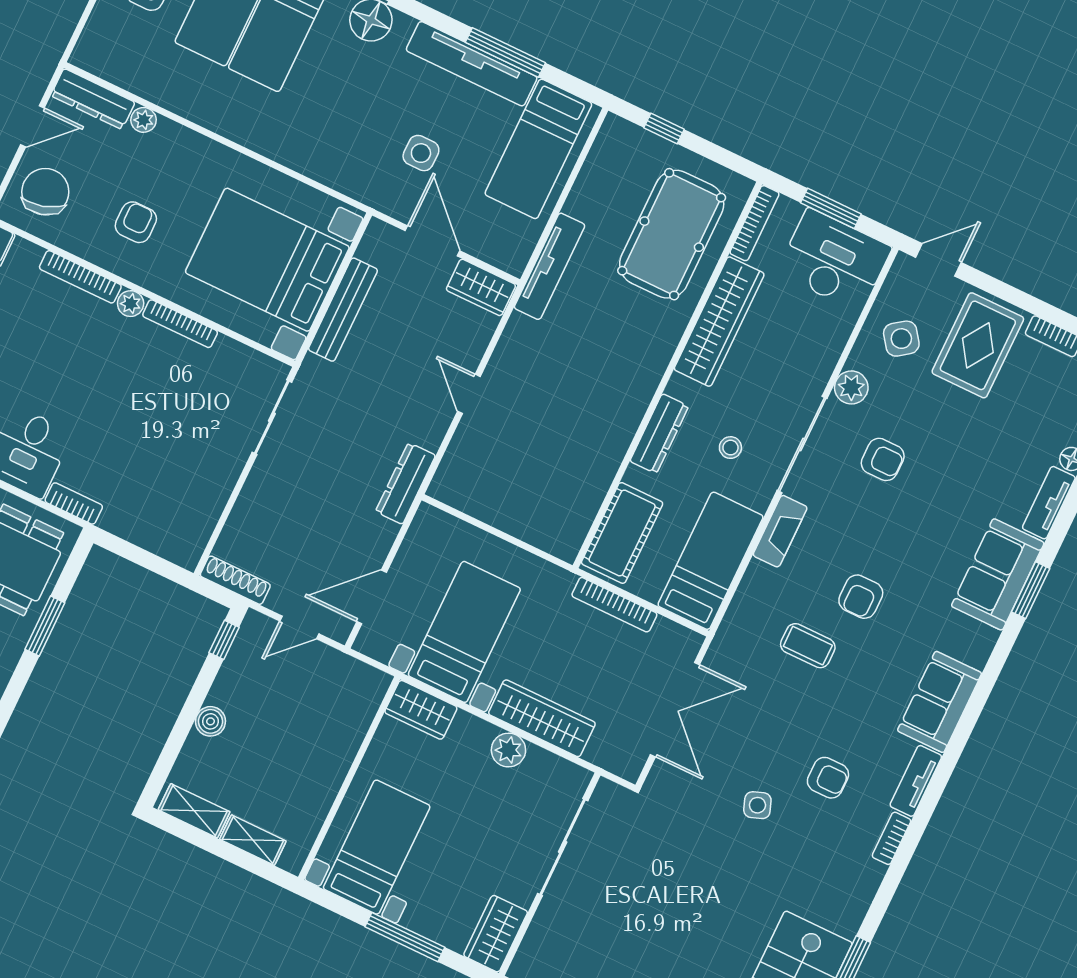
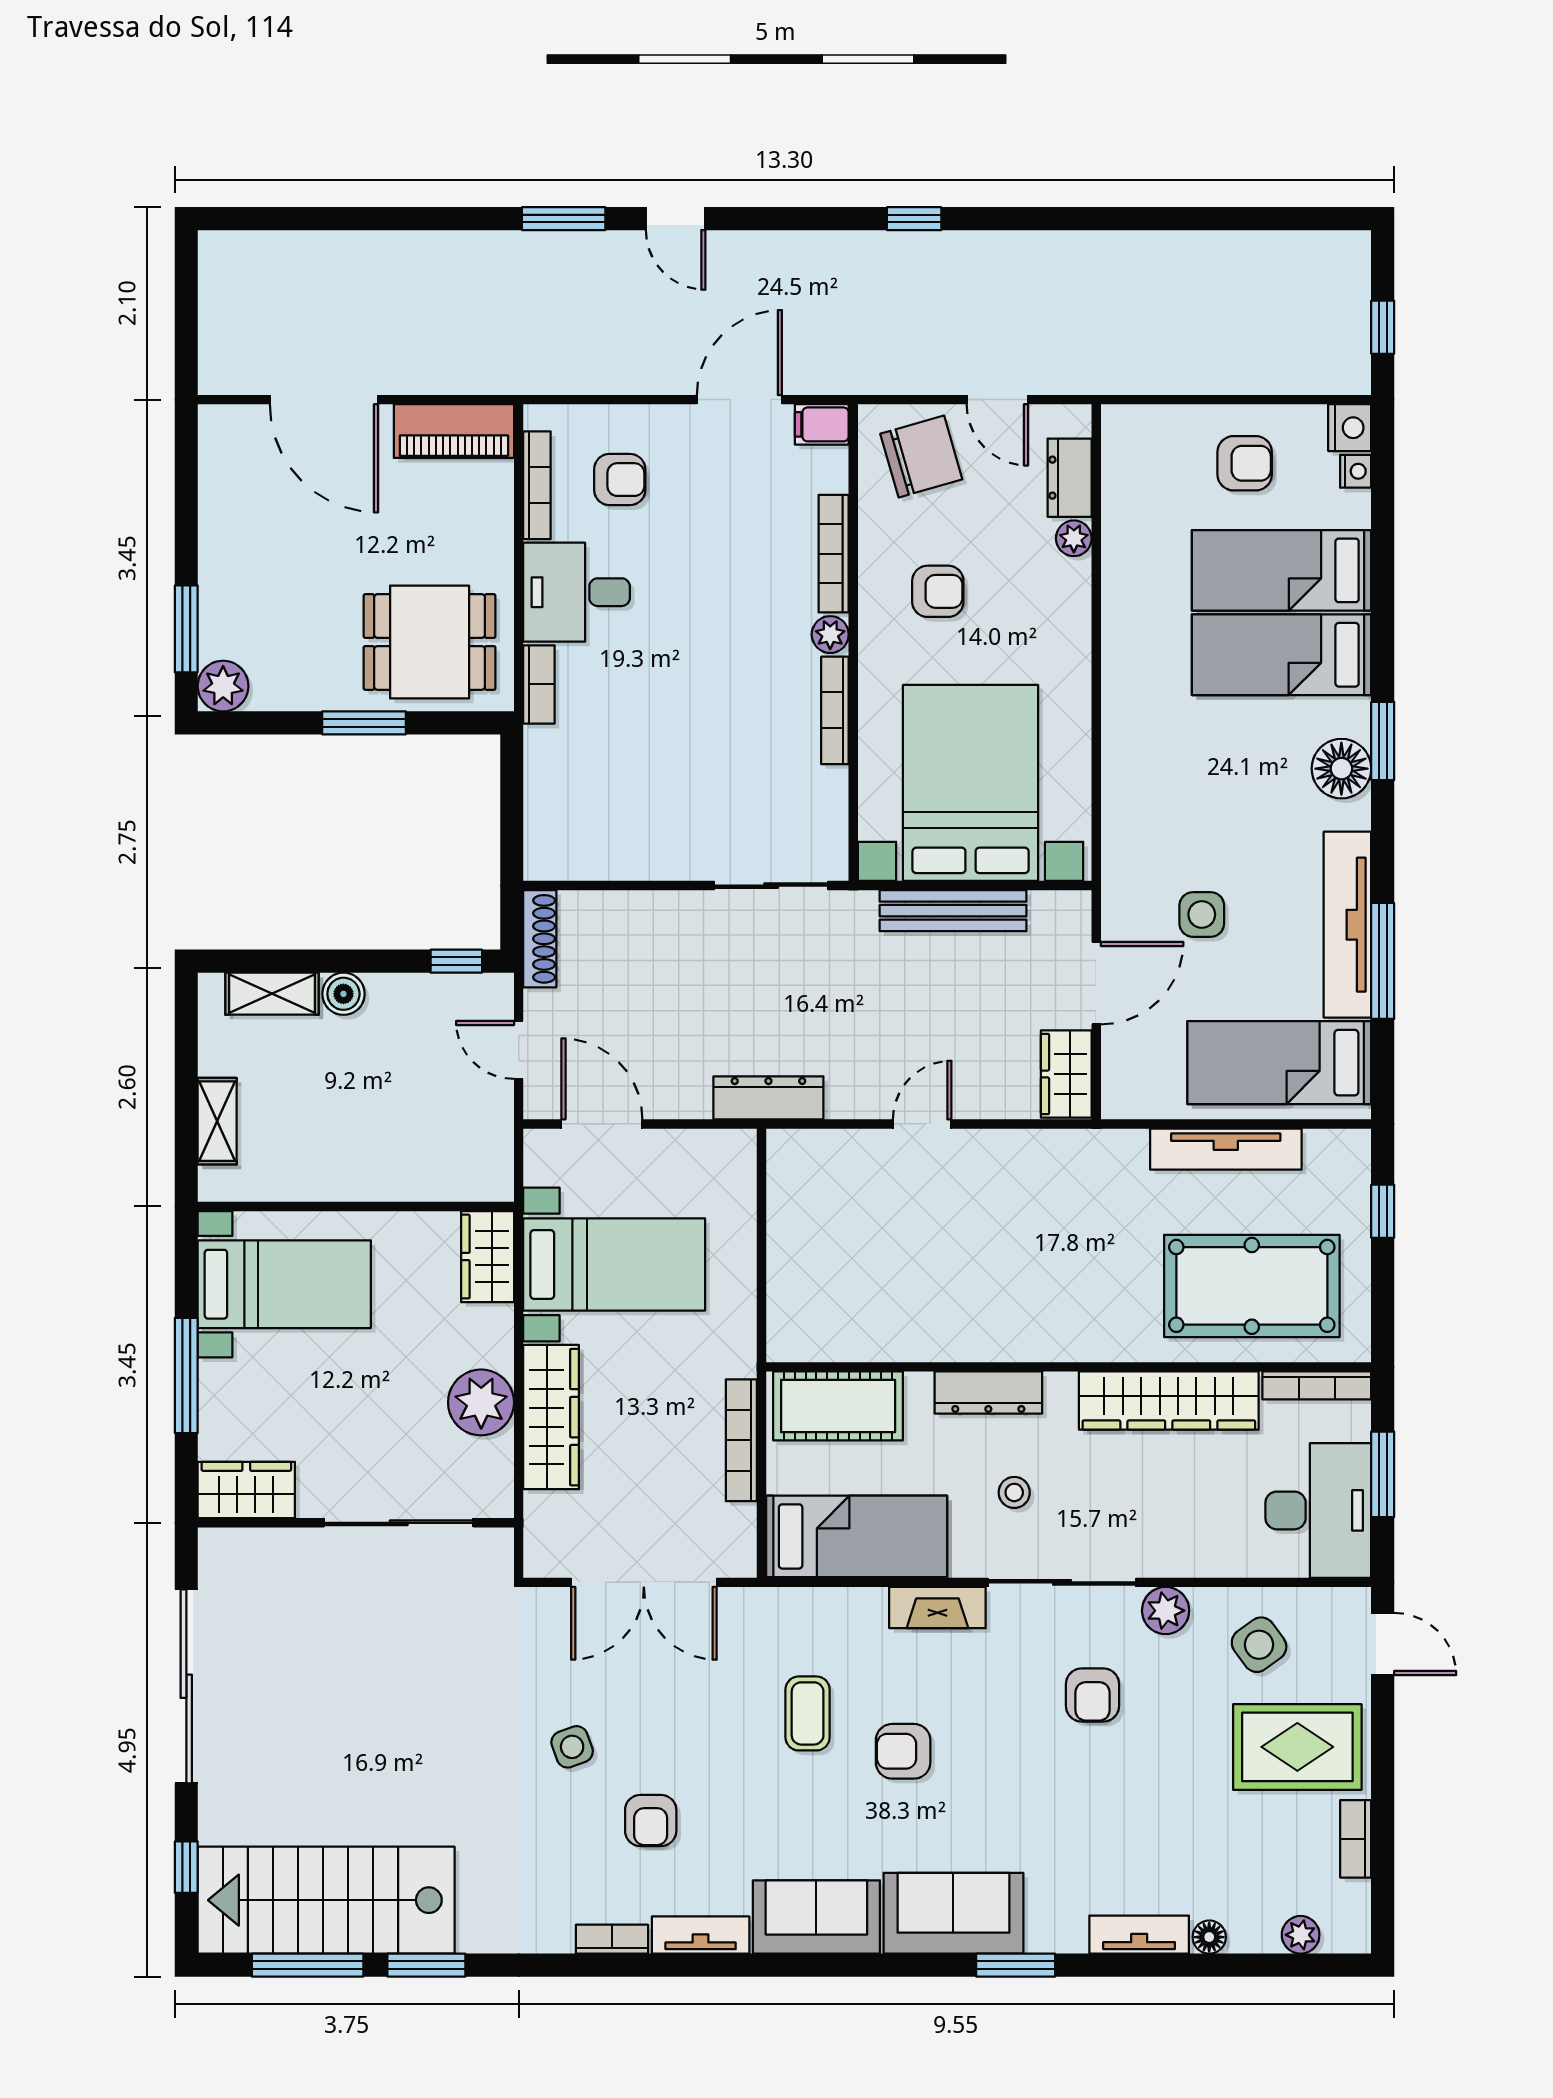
dresser: (93, 99) -> (1070, 478), width x0.70
tv unit: (550, 266) -> (1226, 1149), moved
sofa: (998, 574) -> (953, 1913), moved
plant: (508, 750) -> (481, 1402), width x1.36, depth x1.36
shelving: (194, 811) -> (272, 994), moved, turned 90

